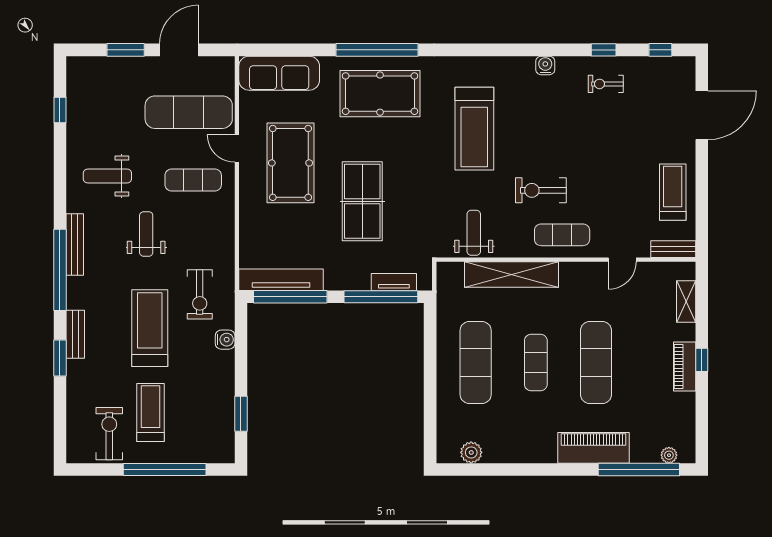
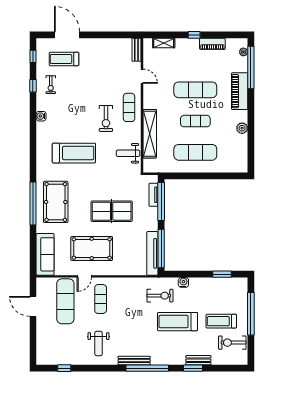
window: (126, 50) -> (33, 334), removed
treadmill: (673, 192) -> (64, 59), moved
weight bench: (146, 234) -> (129, 323), removed
bench: (75, 334) -> (198, 360), moved
piano: (685, 367) -> (212, 44), moved
plant: (471, 452) -> (242, 128), moved

